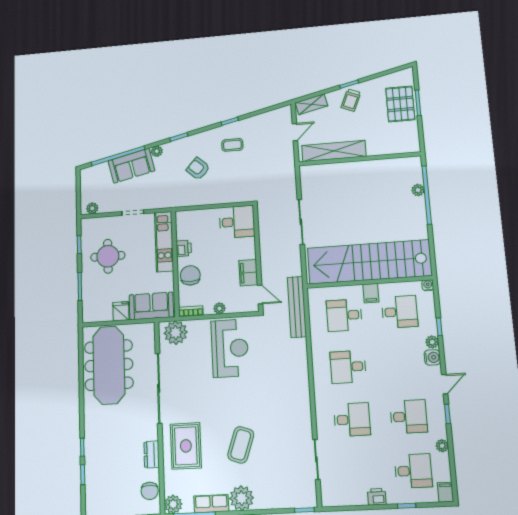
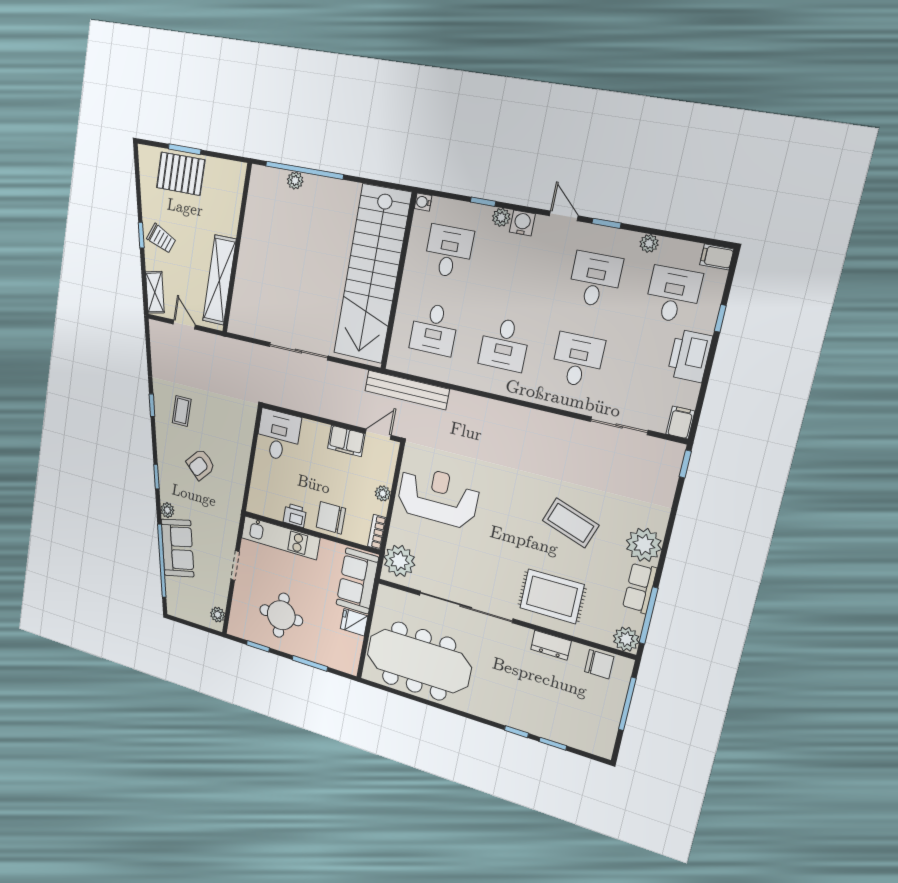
filing cabinet: (371, 293) -> (680, 422), moved, turned -90
printer: (377, 497) -> (690, 356), width x1.87, depth x1.48

